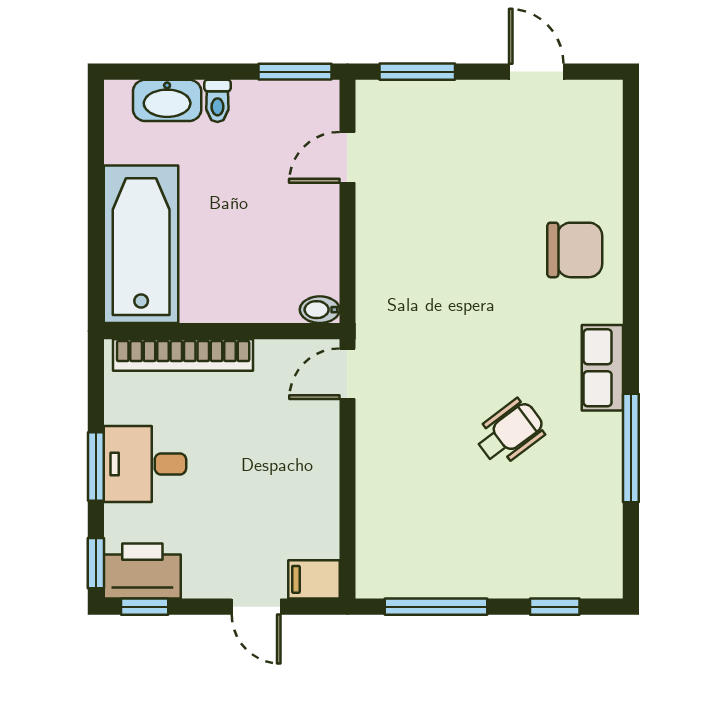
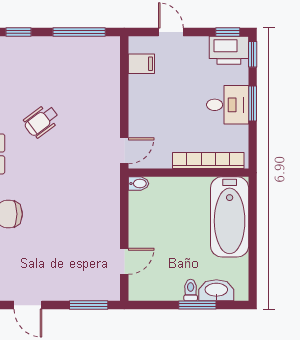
window: (295, 72) -> (197, 305), moved
filing cabinet: (314, 579) -> (141, 64), moved

